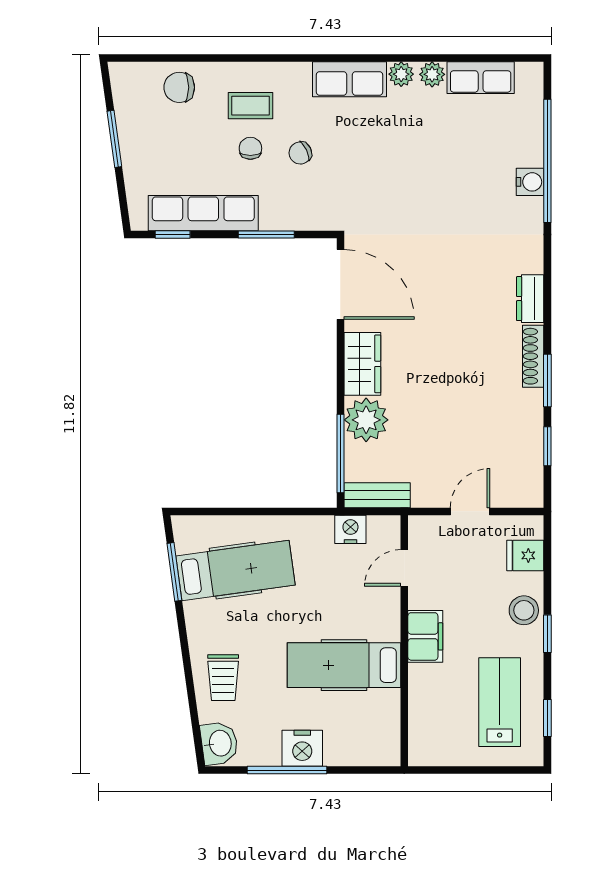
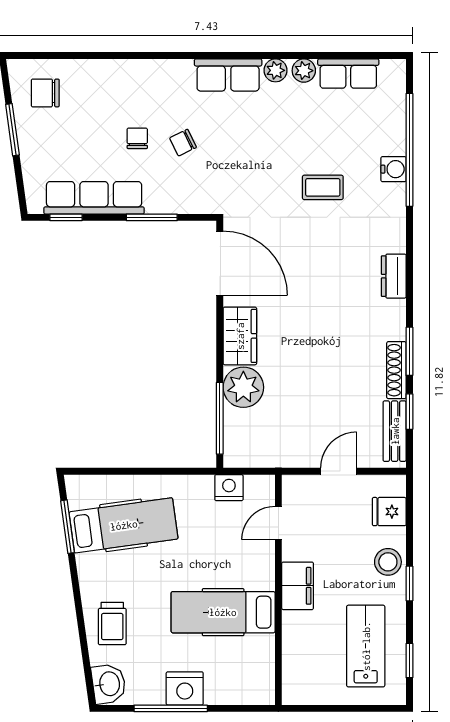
chair: (179, 87) -> (45, 93), moved
coffee table: (250, 106) -> (323, 187), moved
shoe rack: (533, 356) -> (396, 370), moved
bench: (377, 495) -> (395, 431), moved, turned 90

